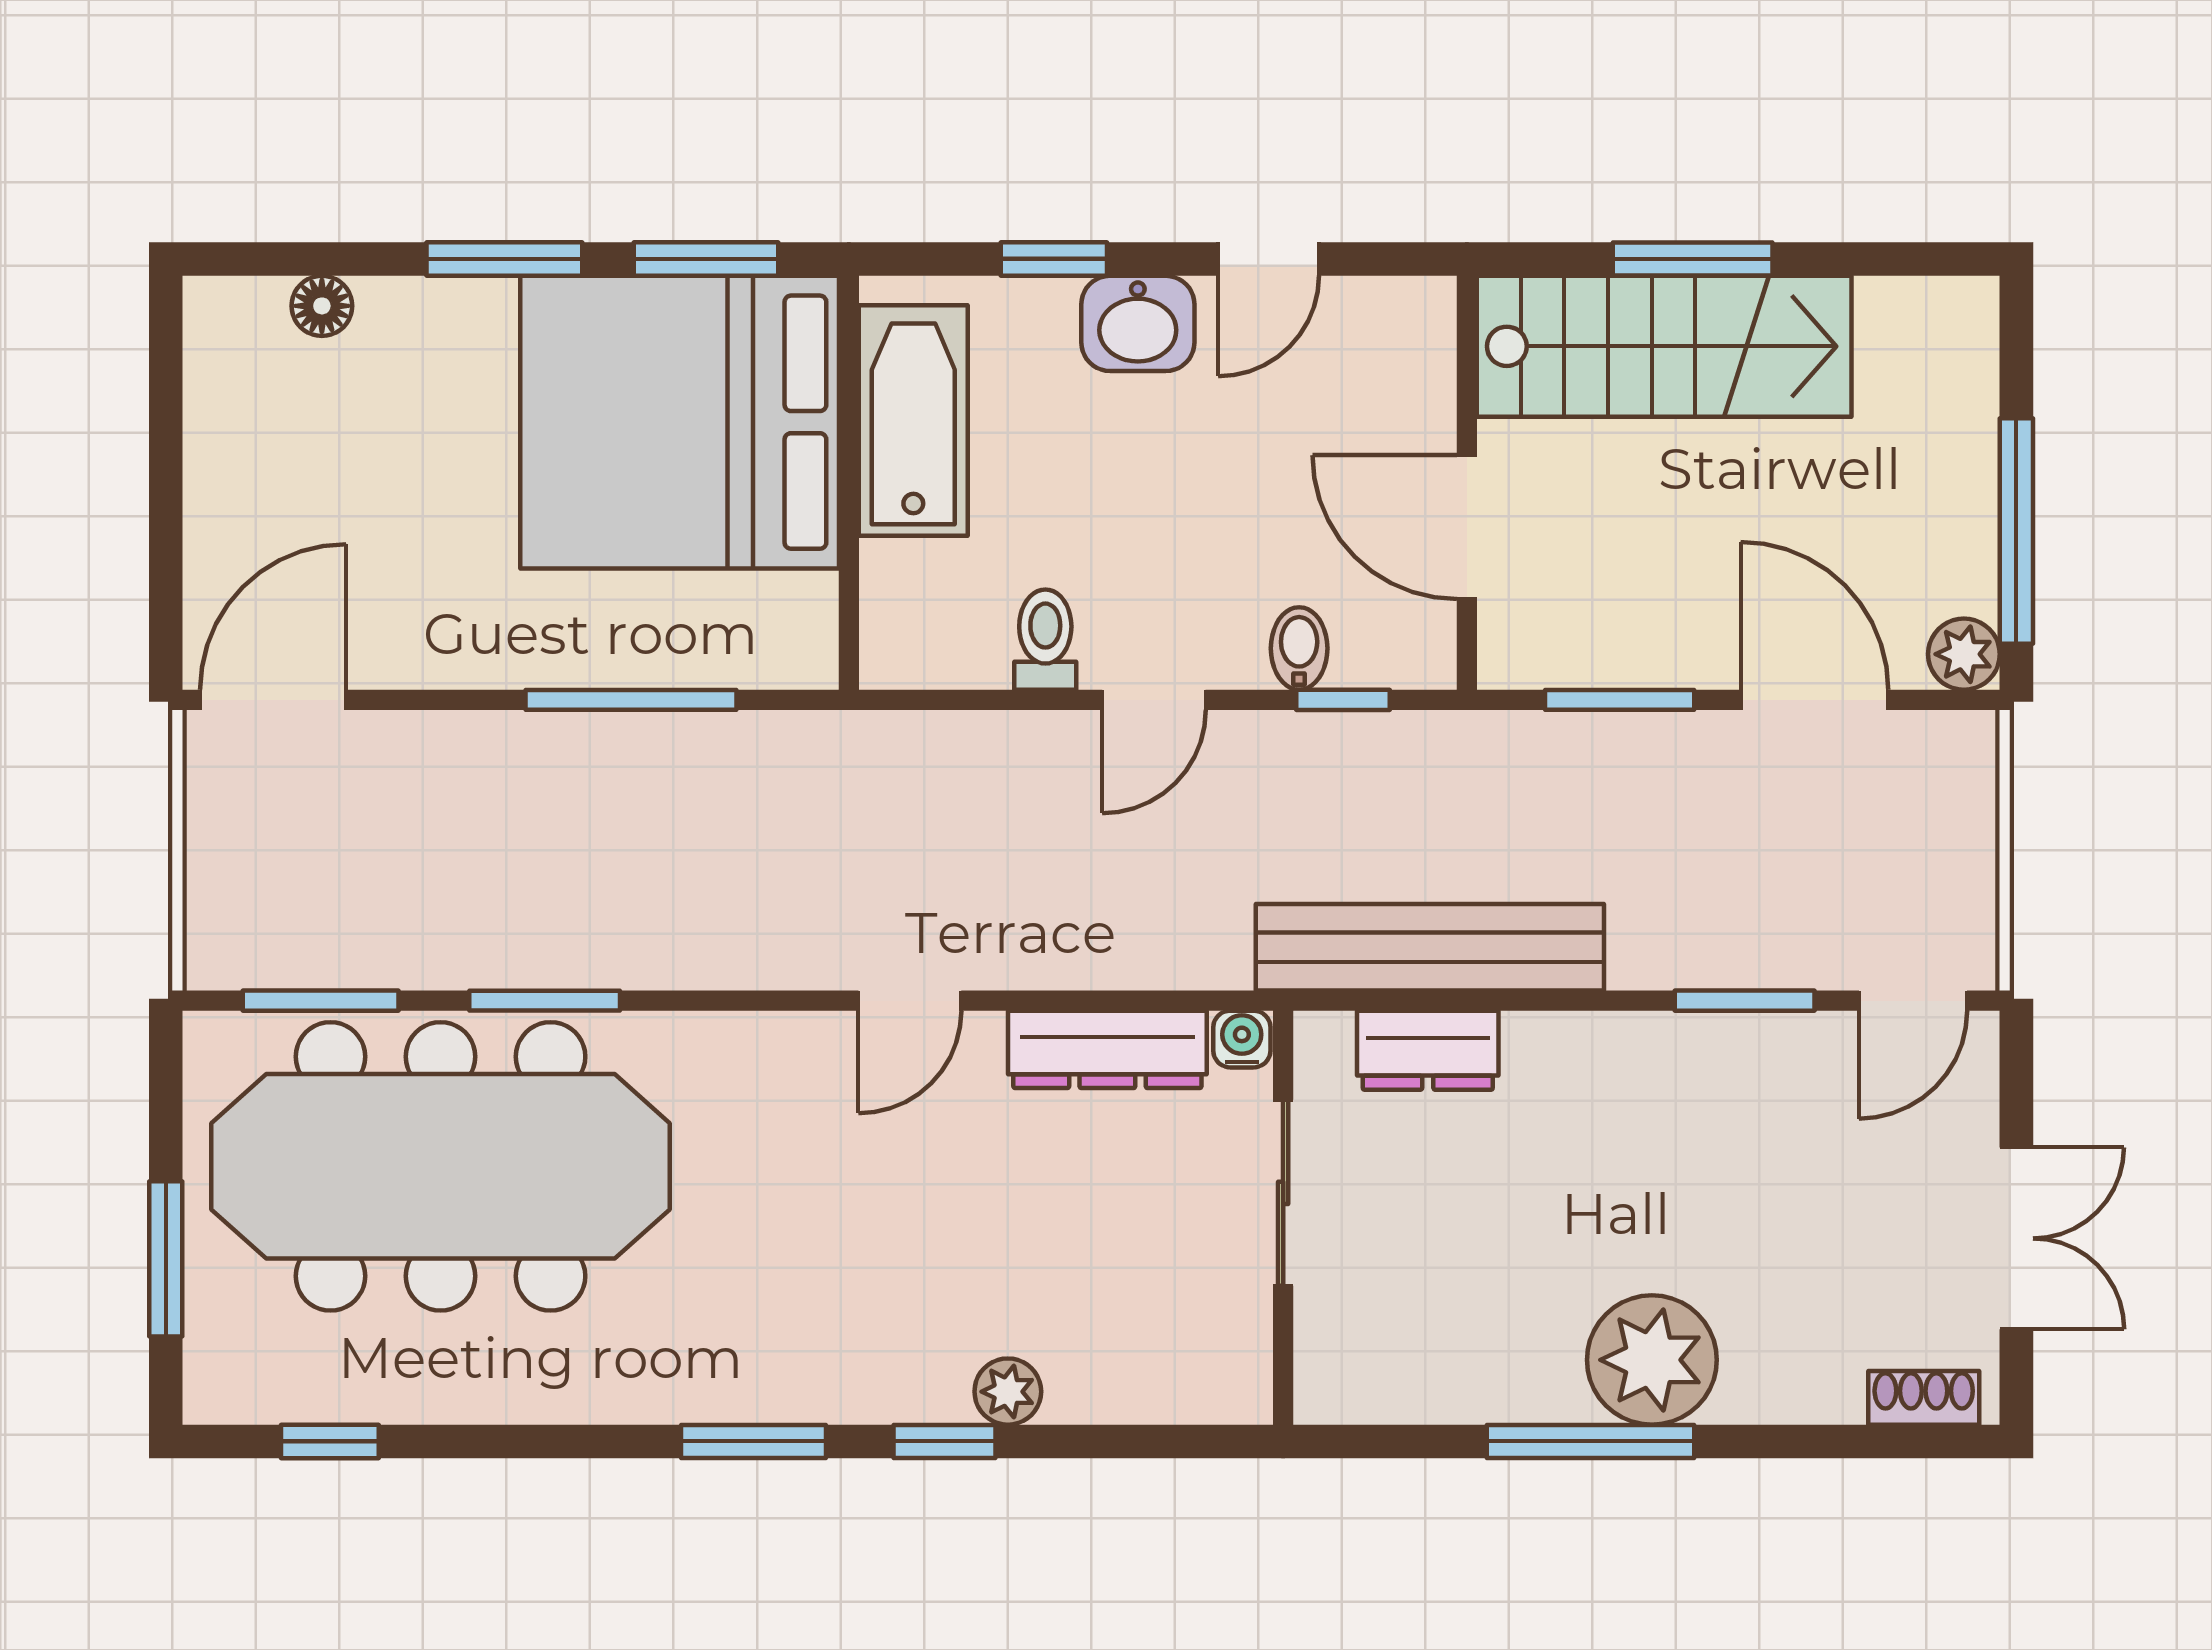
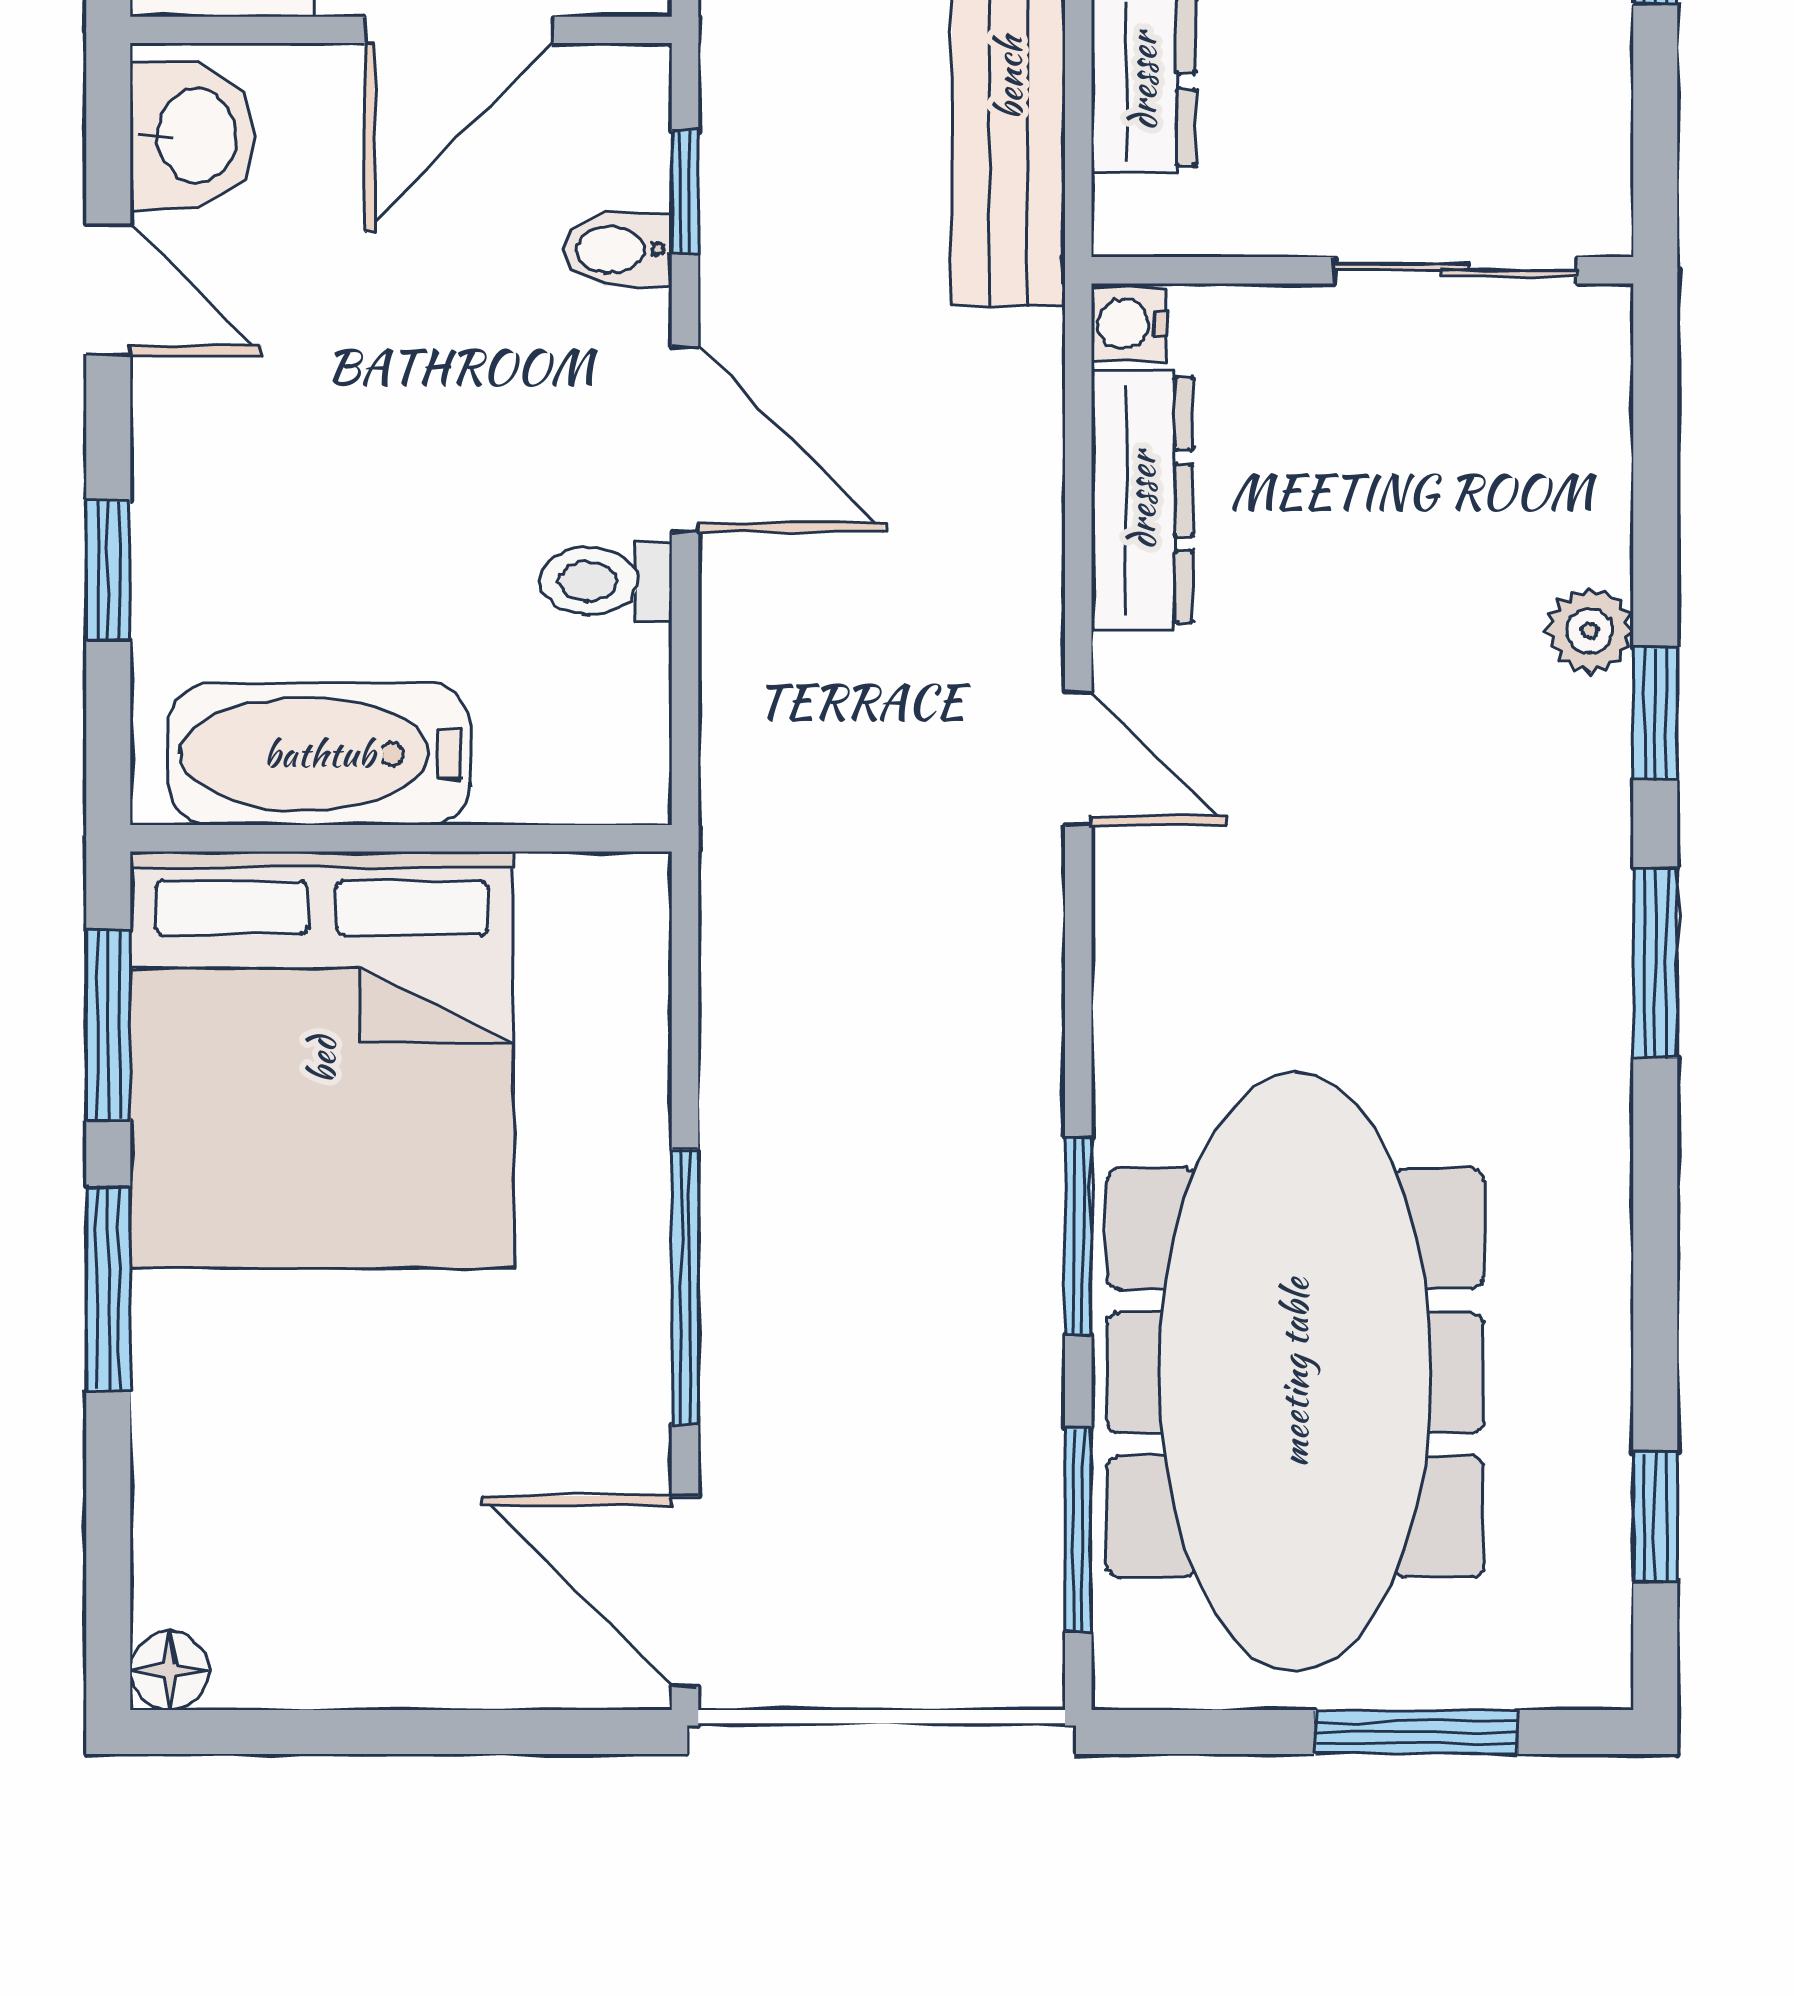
floor lamp: (322, 306) -> (170, 1671), moved
washbasin: (1138, 323) -> (193, 136), moved
window: (631, 700) -> (685, 1287), moved
door: (1154, 700) -> (685, 439), width x1.38
sliding door: (1283, 1193) -> (1455, 270), moved

